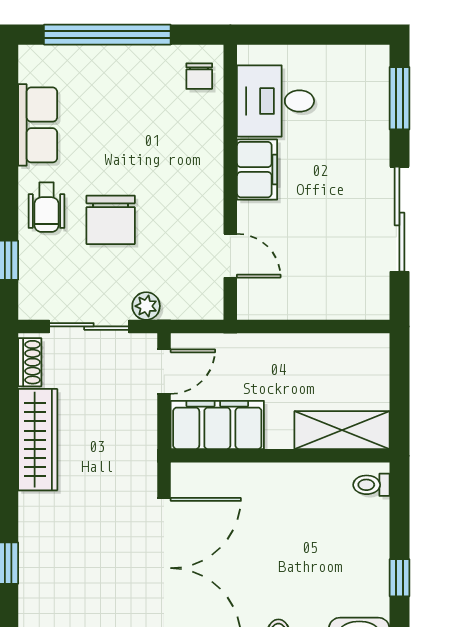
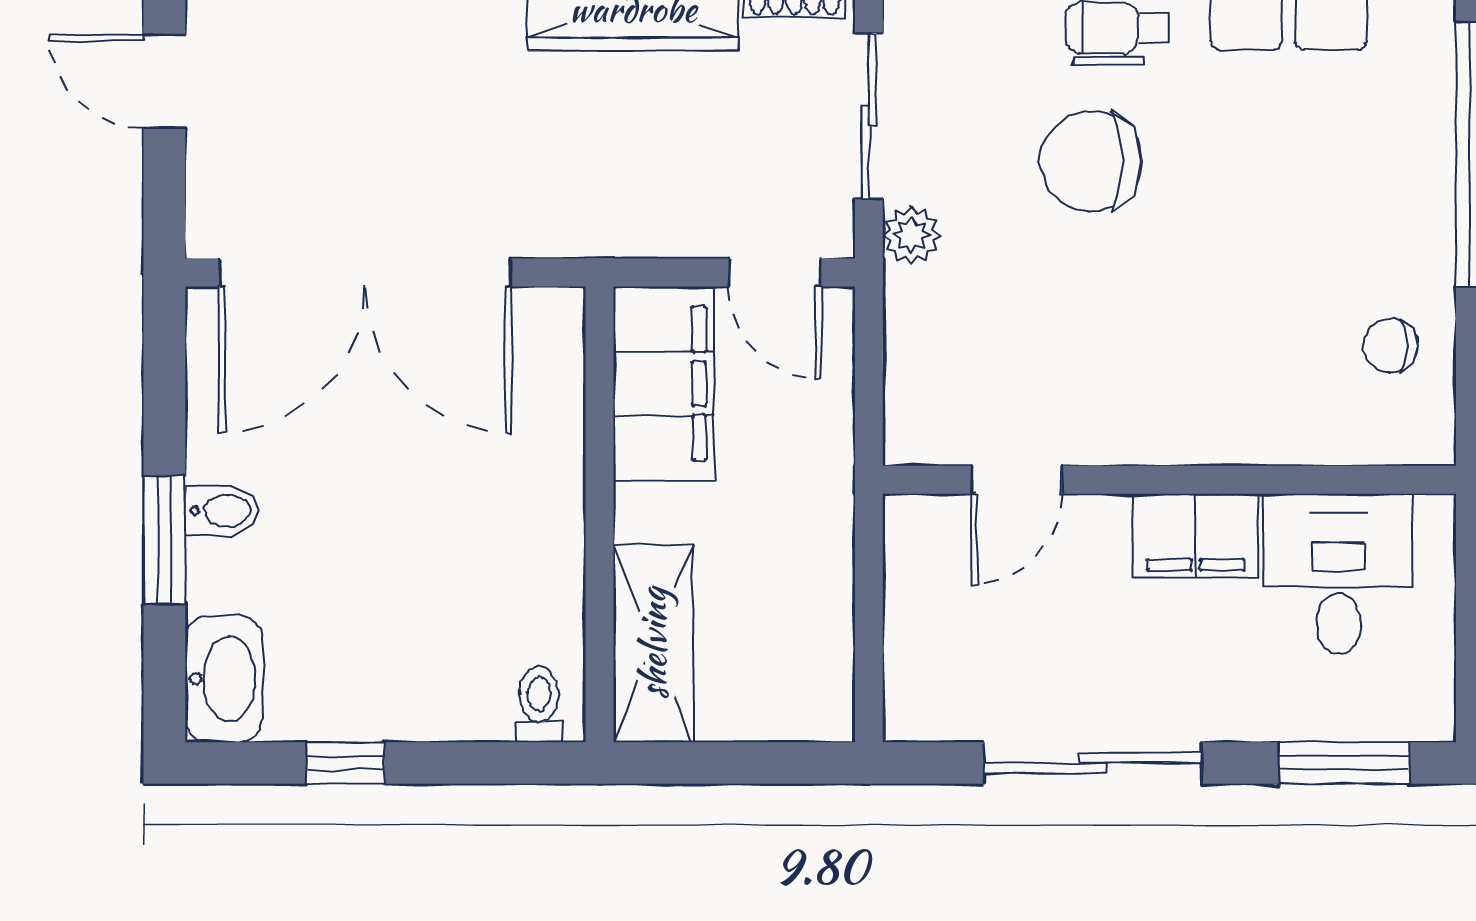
desk: (276, 101) -> (1338, 574), moved
filing cabinet: (257, 170) -> (1196, 535), moved
wall: (230, 182) -> (1169, 480), moved
door: (230, 256) -> (1016, 480), moved

